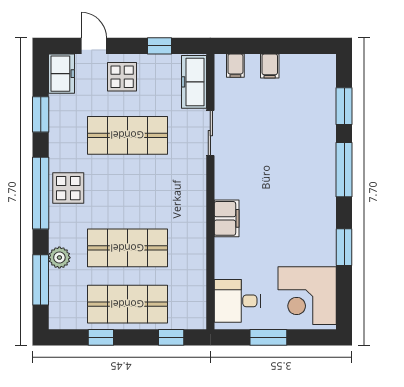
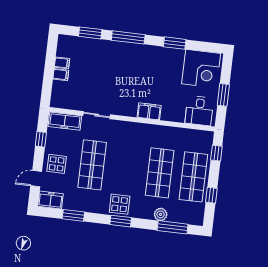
filing cabinet: (235, 66) -> (62, 63), moved
window: (41, 193) -> (121, 221), width x0.47

